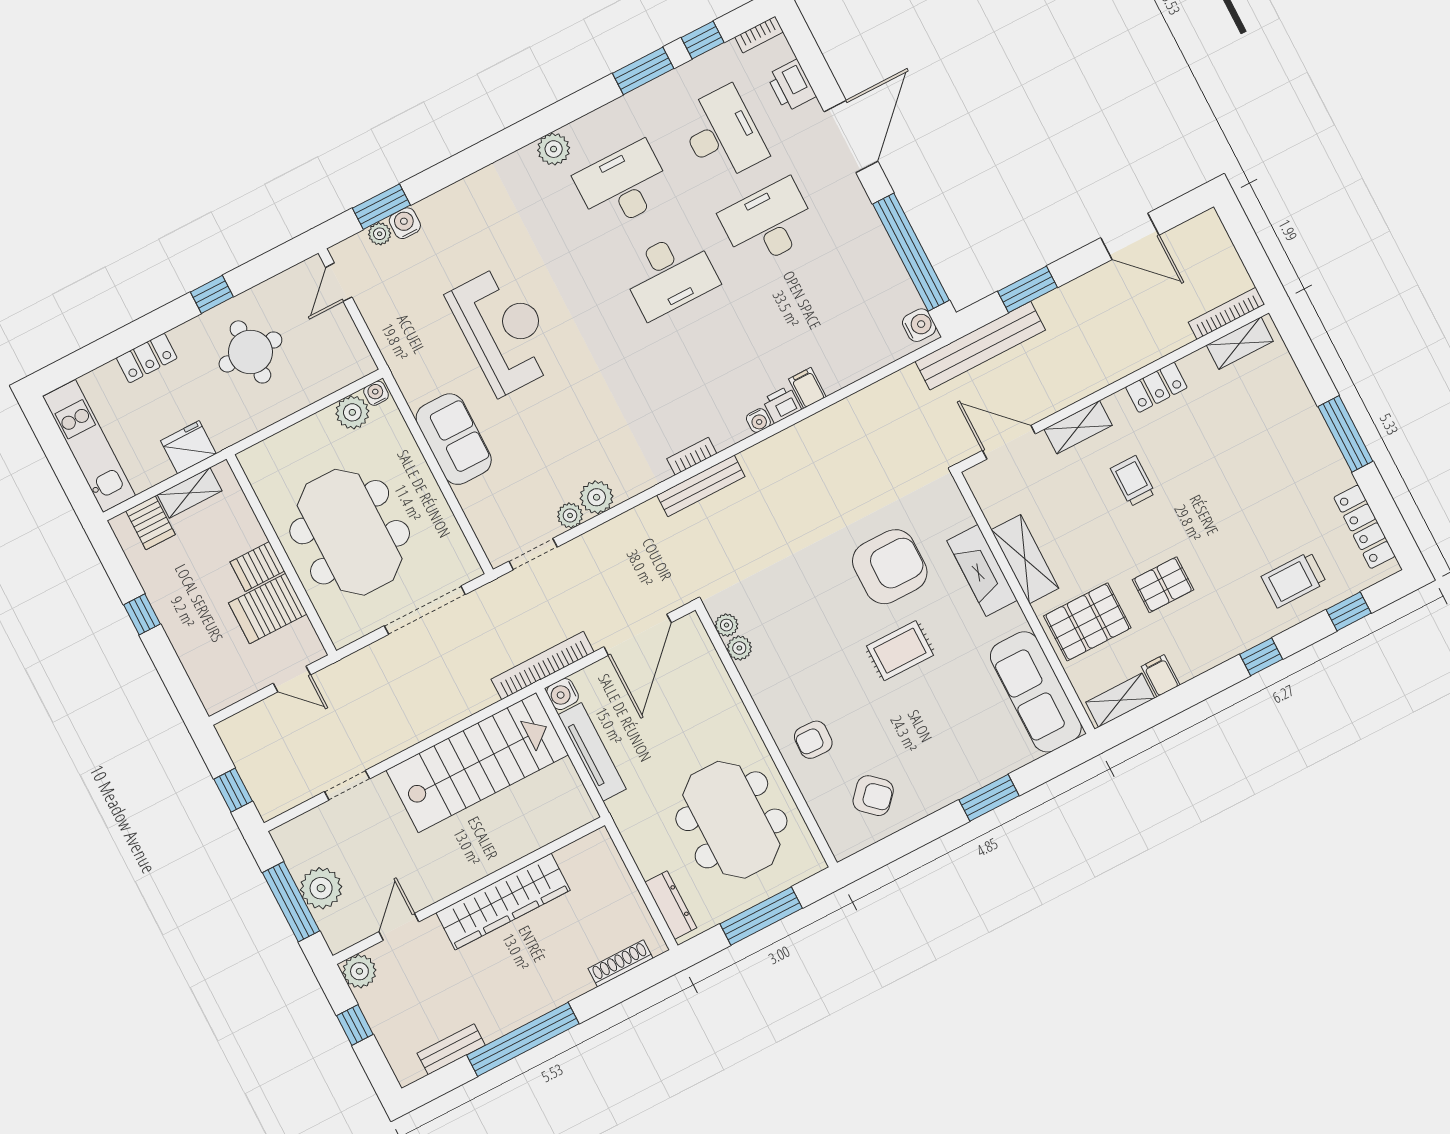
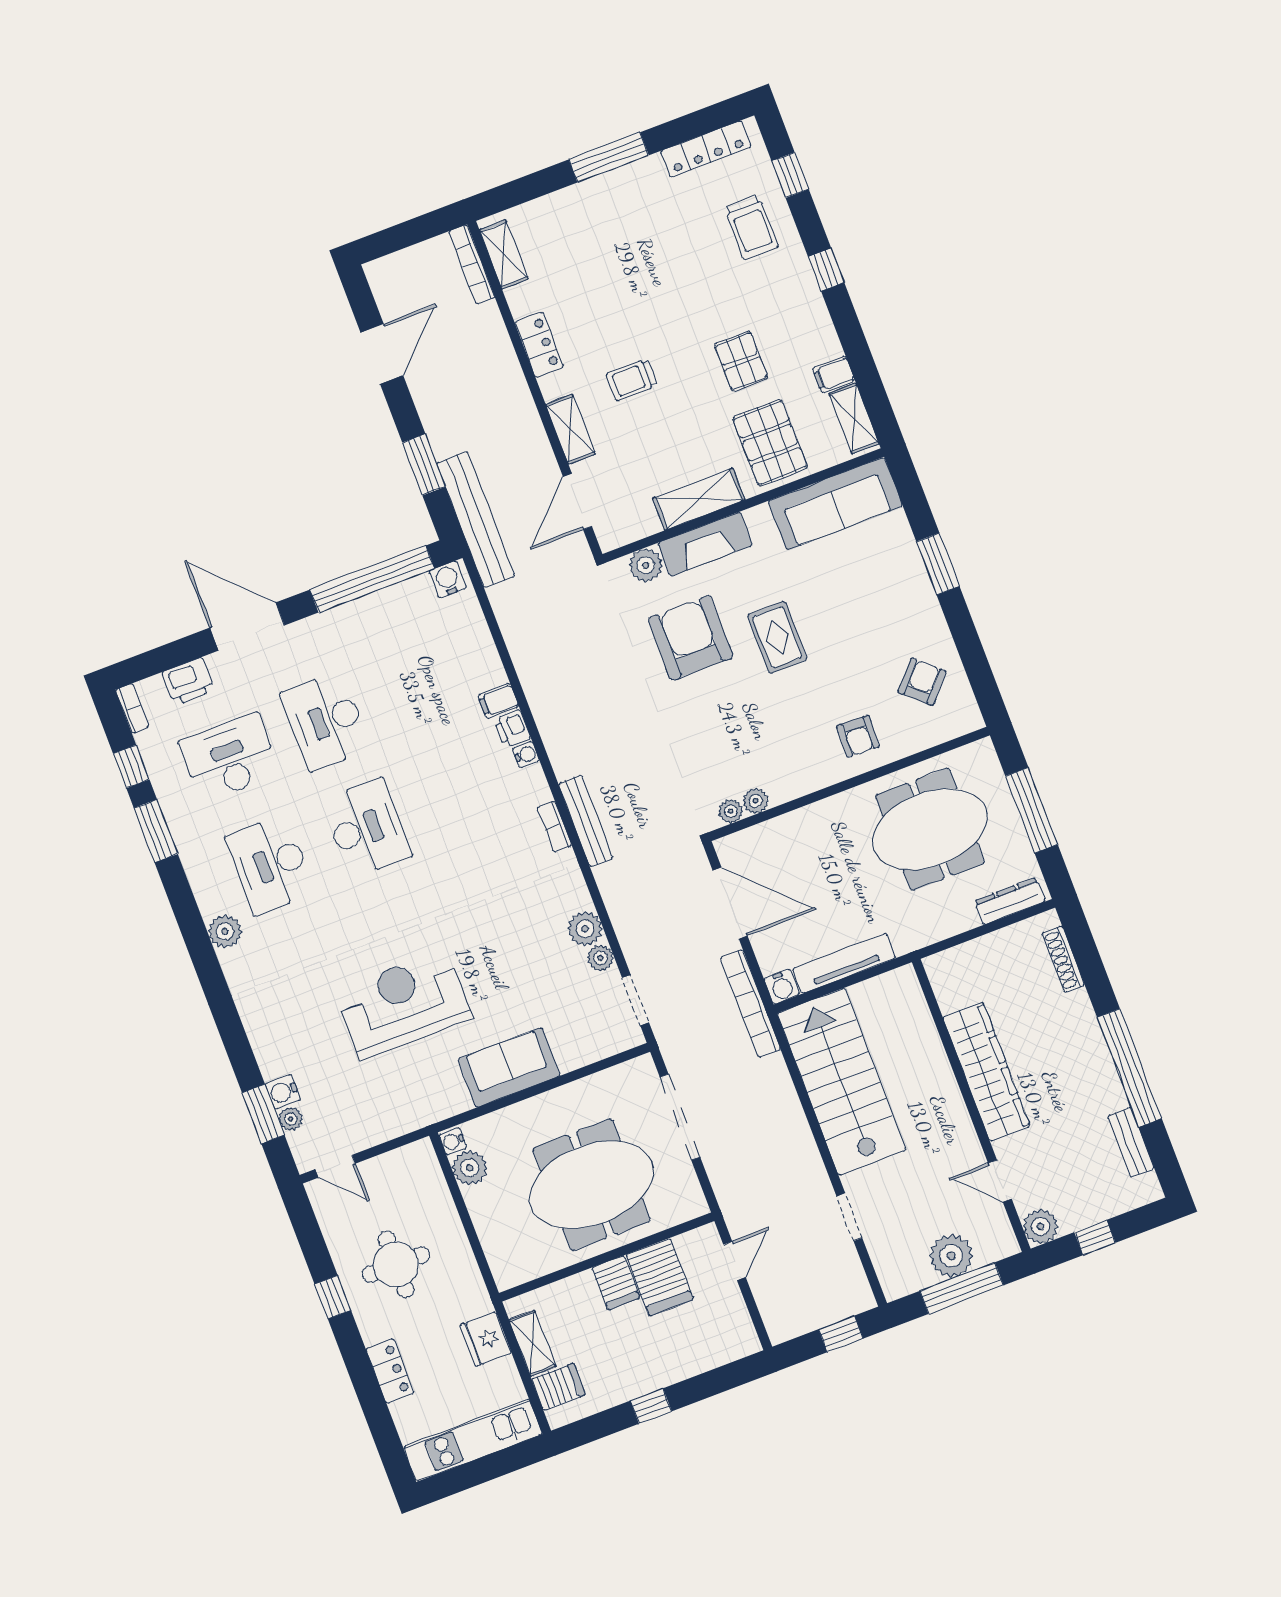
plant: (955, 515) -> (646, 565), added

